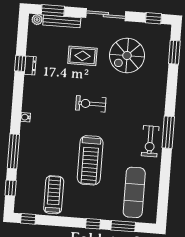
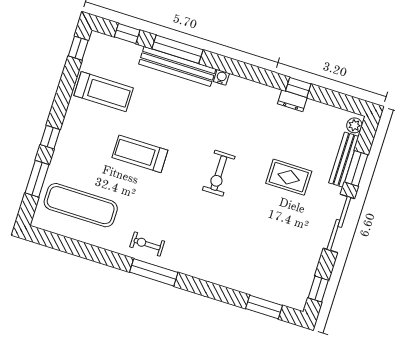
window: (53, 11) -> (356, 168), moved
spiral stairs: (127, 55) -> (275, 240), removed
rug: (82, 56) -> (289, 177), turned 90
exercise bike: (91, 104) -> (219, 173), turned 180
exercise bike: (150, 141) -> (147, 244), width x0.73, depth x0.72
bench: (25, 149) -> (177, 66), added
treadmill: (90, 160) -> (140, 154), width x0.73, depth x0.73

